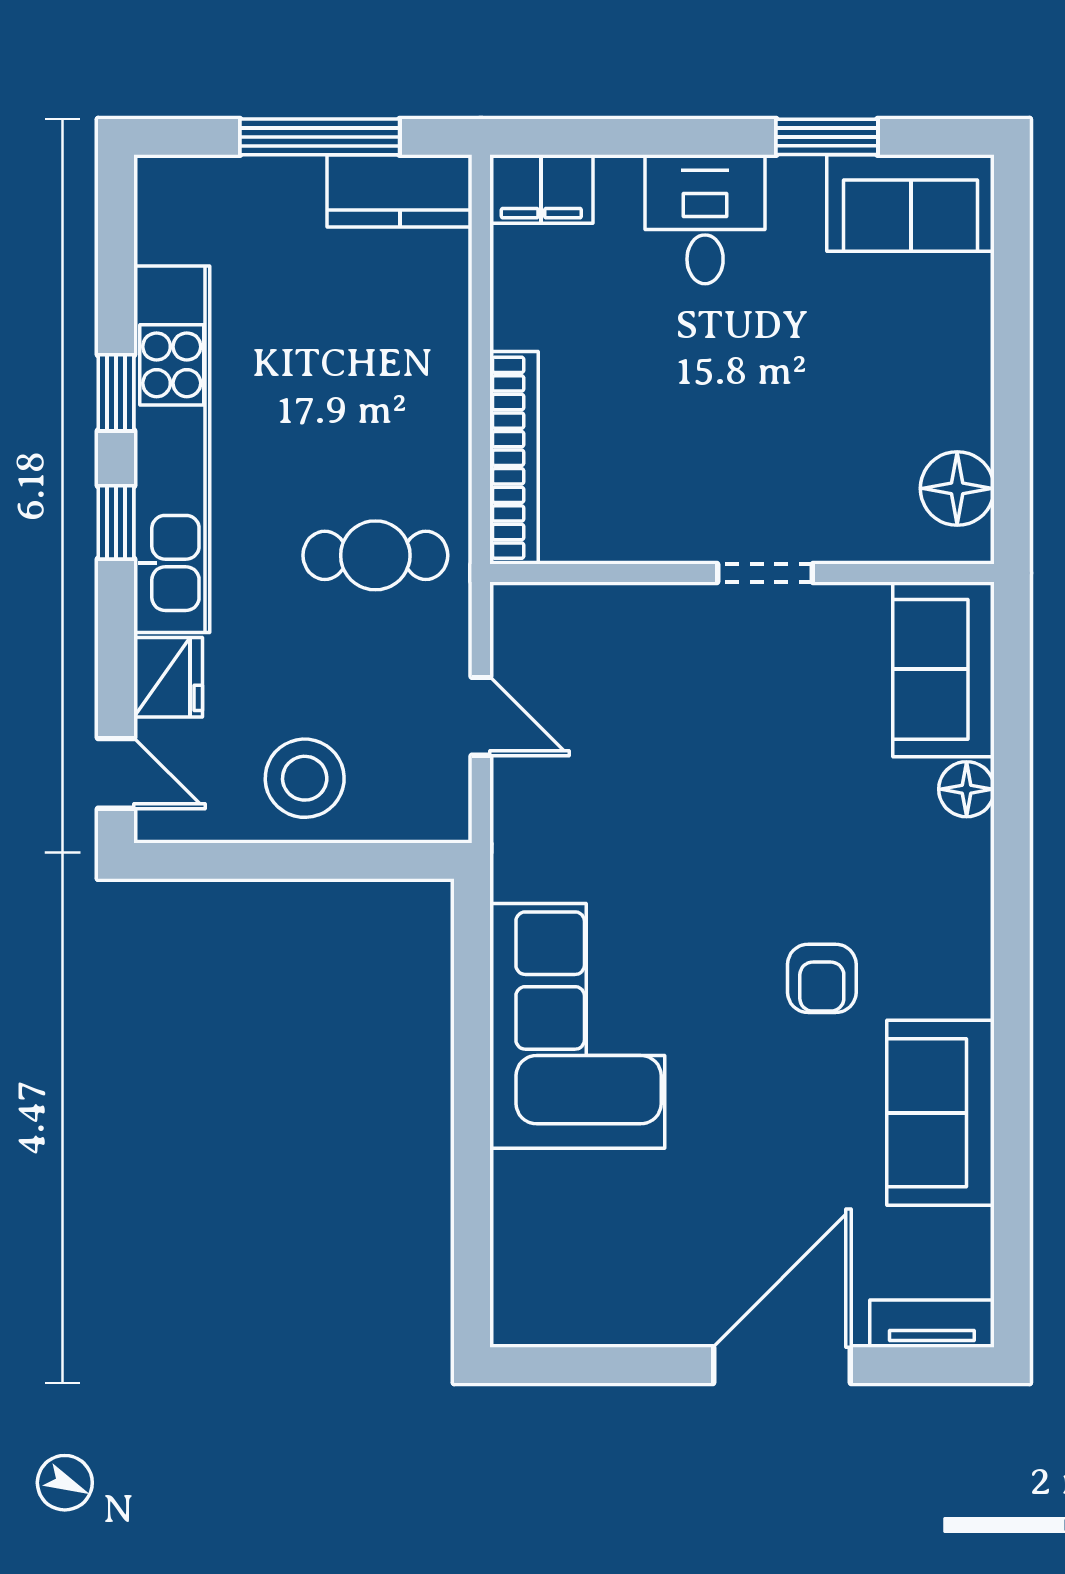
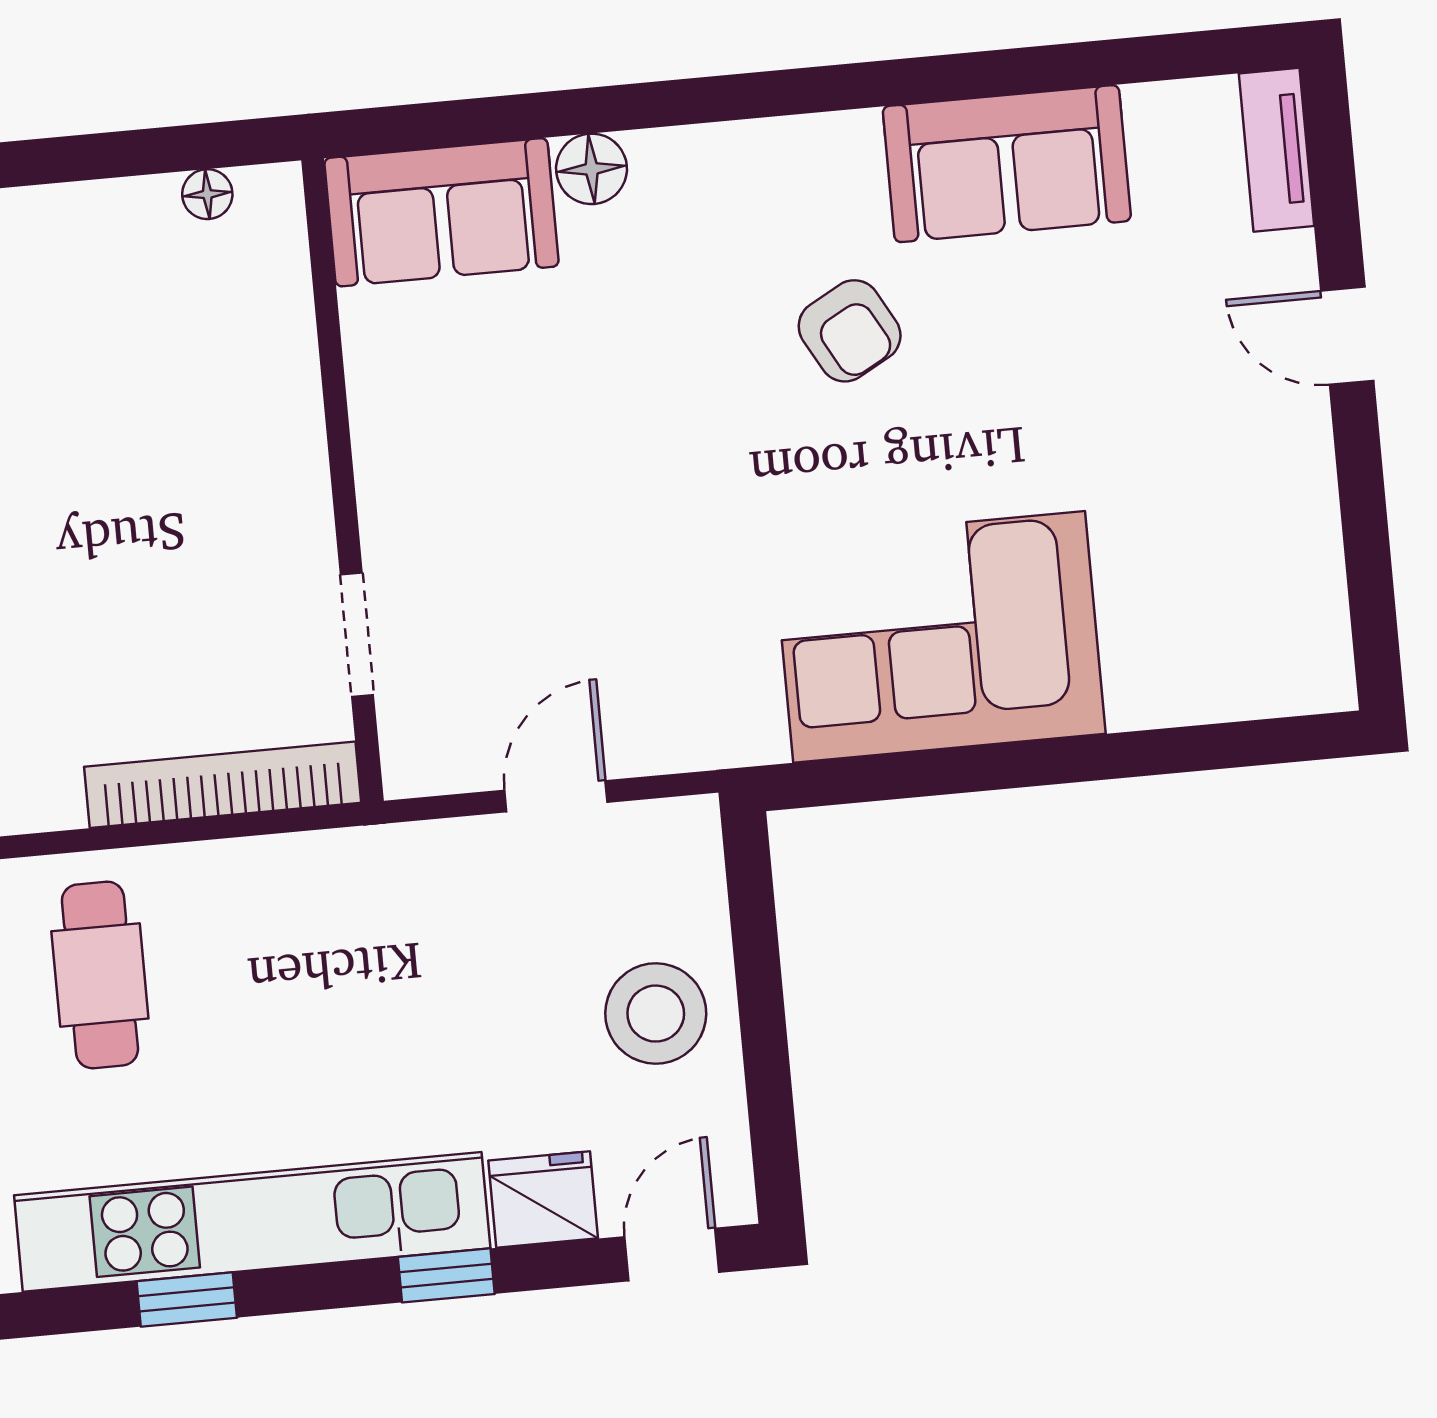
floor lamp: (957, 488) -> (207, 194), width x0.53, depth x0.53
window: (116, 522) -> (446, 1275), moved
cafe table: (375, 555) -> (100, 975), moved
doorway: (765, 573) -> (357, 635), moved
armchair: (822, 978) -> (850, 331), turned 61
door: (782, 1365) -> (1347, 336), width x0.53

